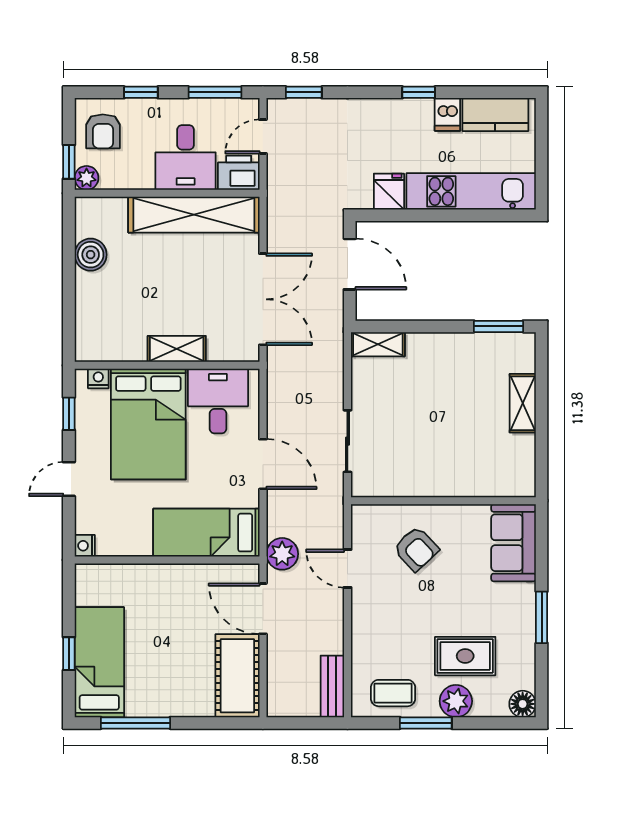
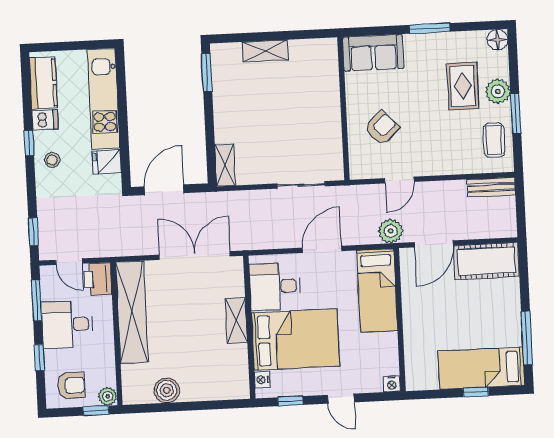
stool: (395, 121) -> (52, 160), added
desk: (186, 157) -> (67, 325), moved, turned 180

